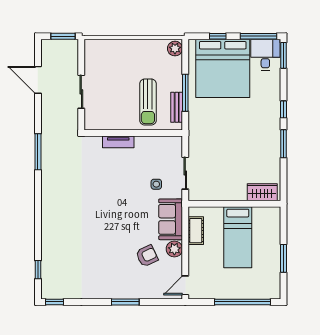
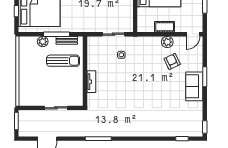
plant: (175, 49) -> (43, 42), moved
sofa: (171, 219) -> (194, 86), moved, turned 90
cot: (196, 231) -> (165, 27), moved
door: (185, 285) -> (193, 34), hinge flipped

